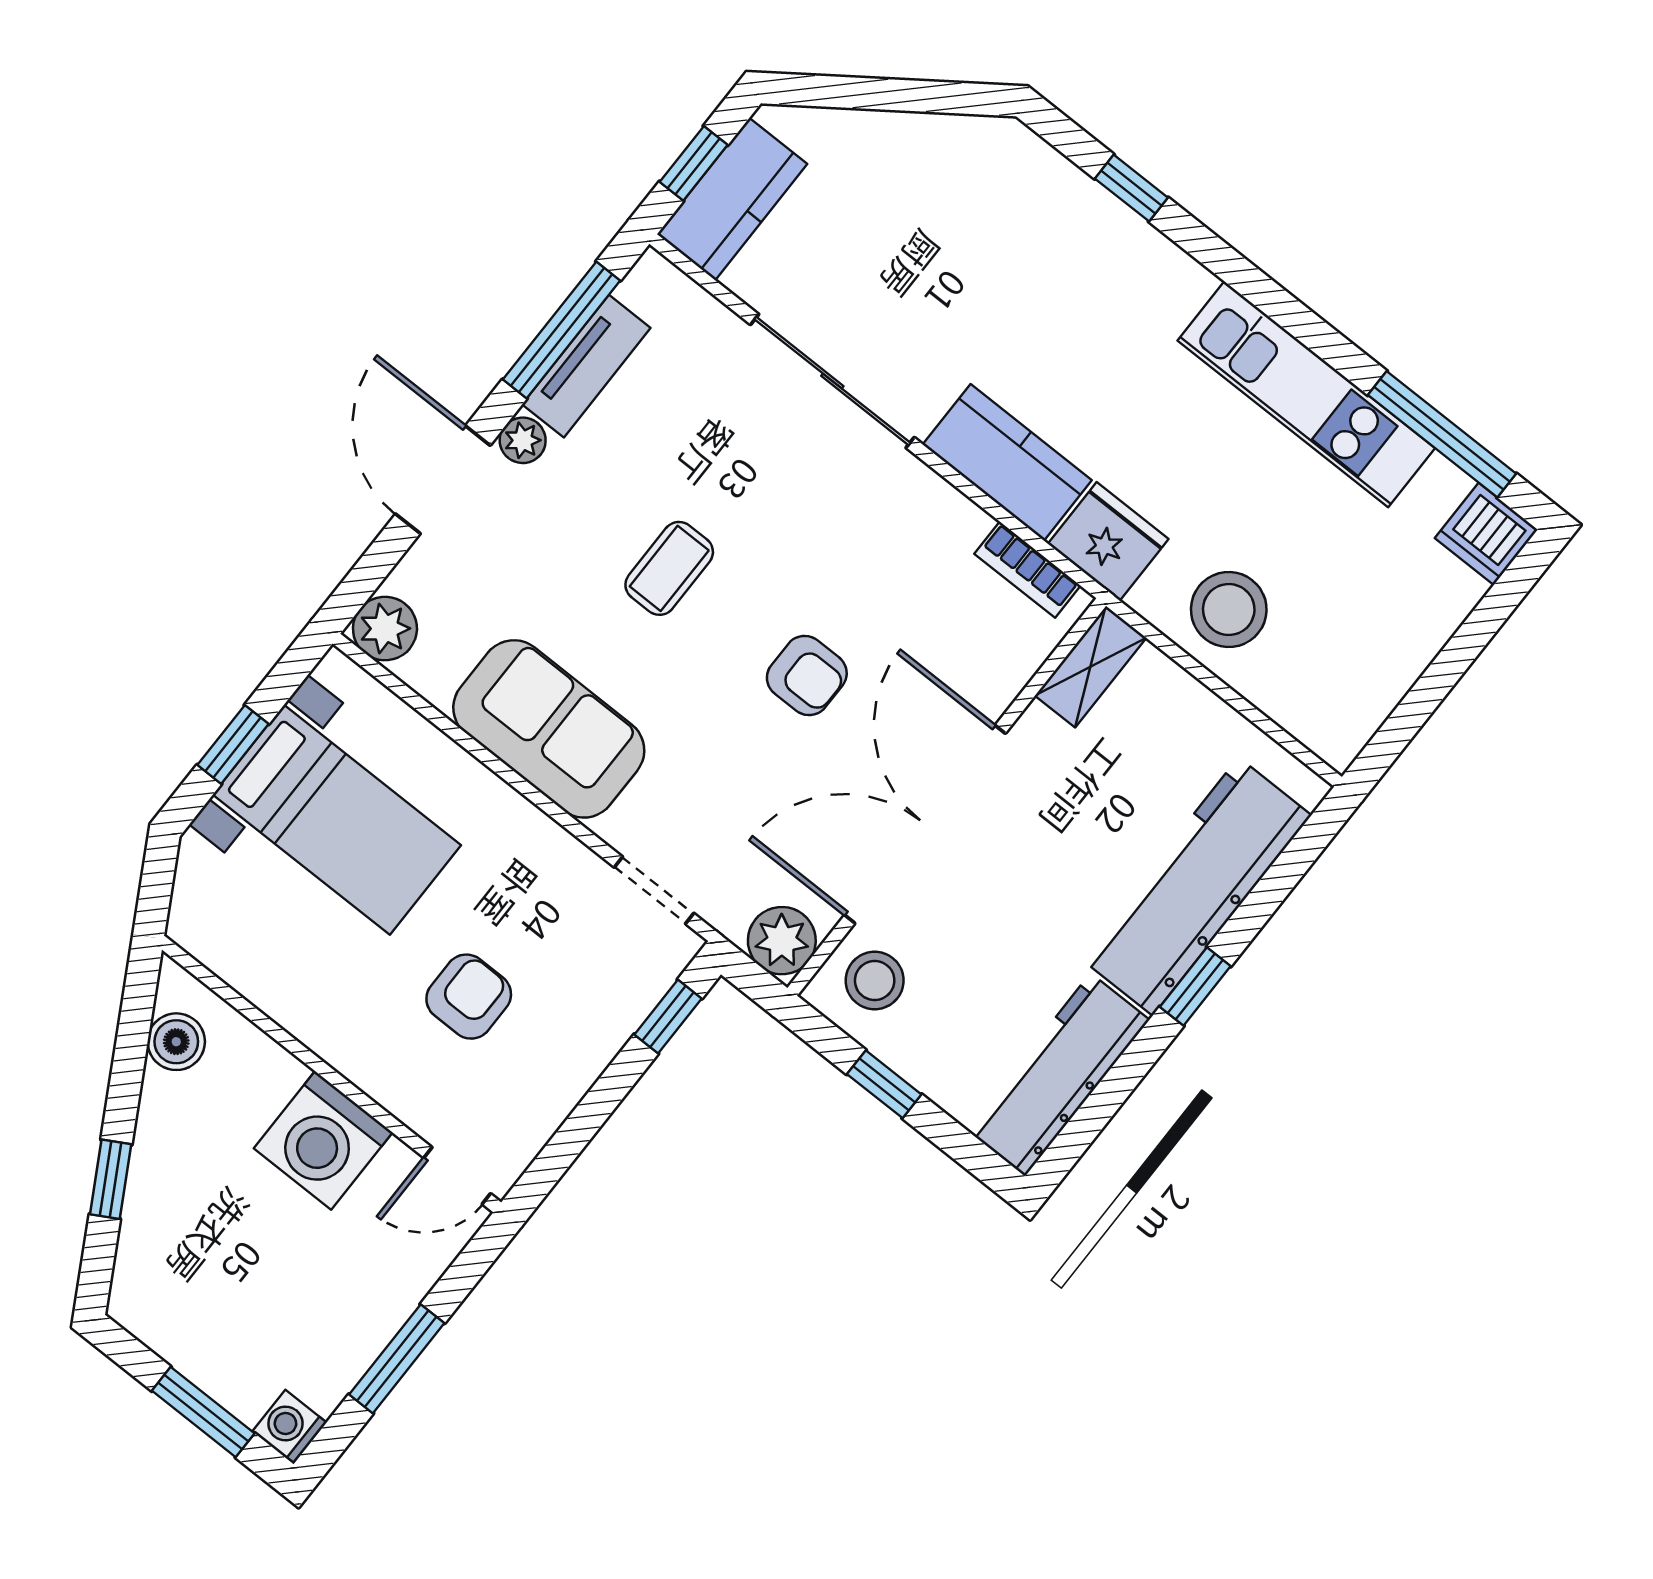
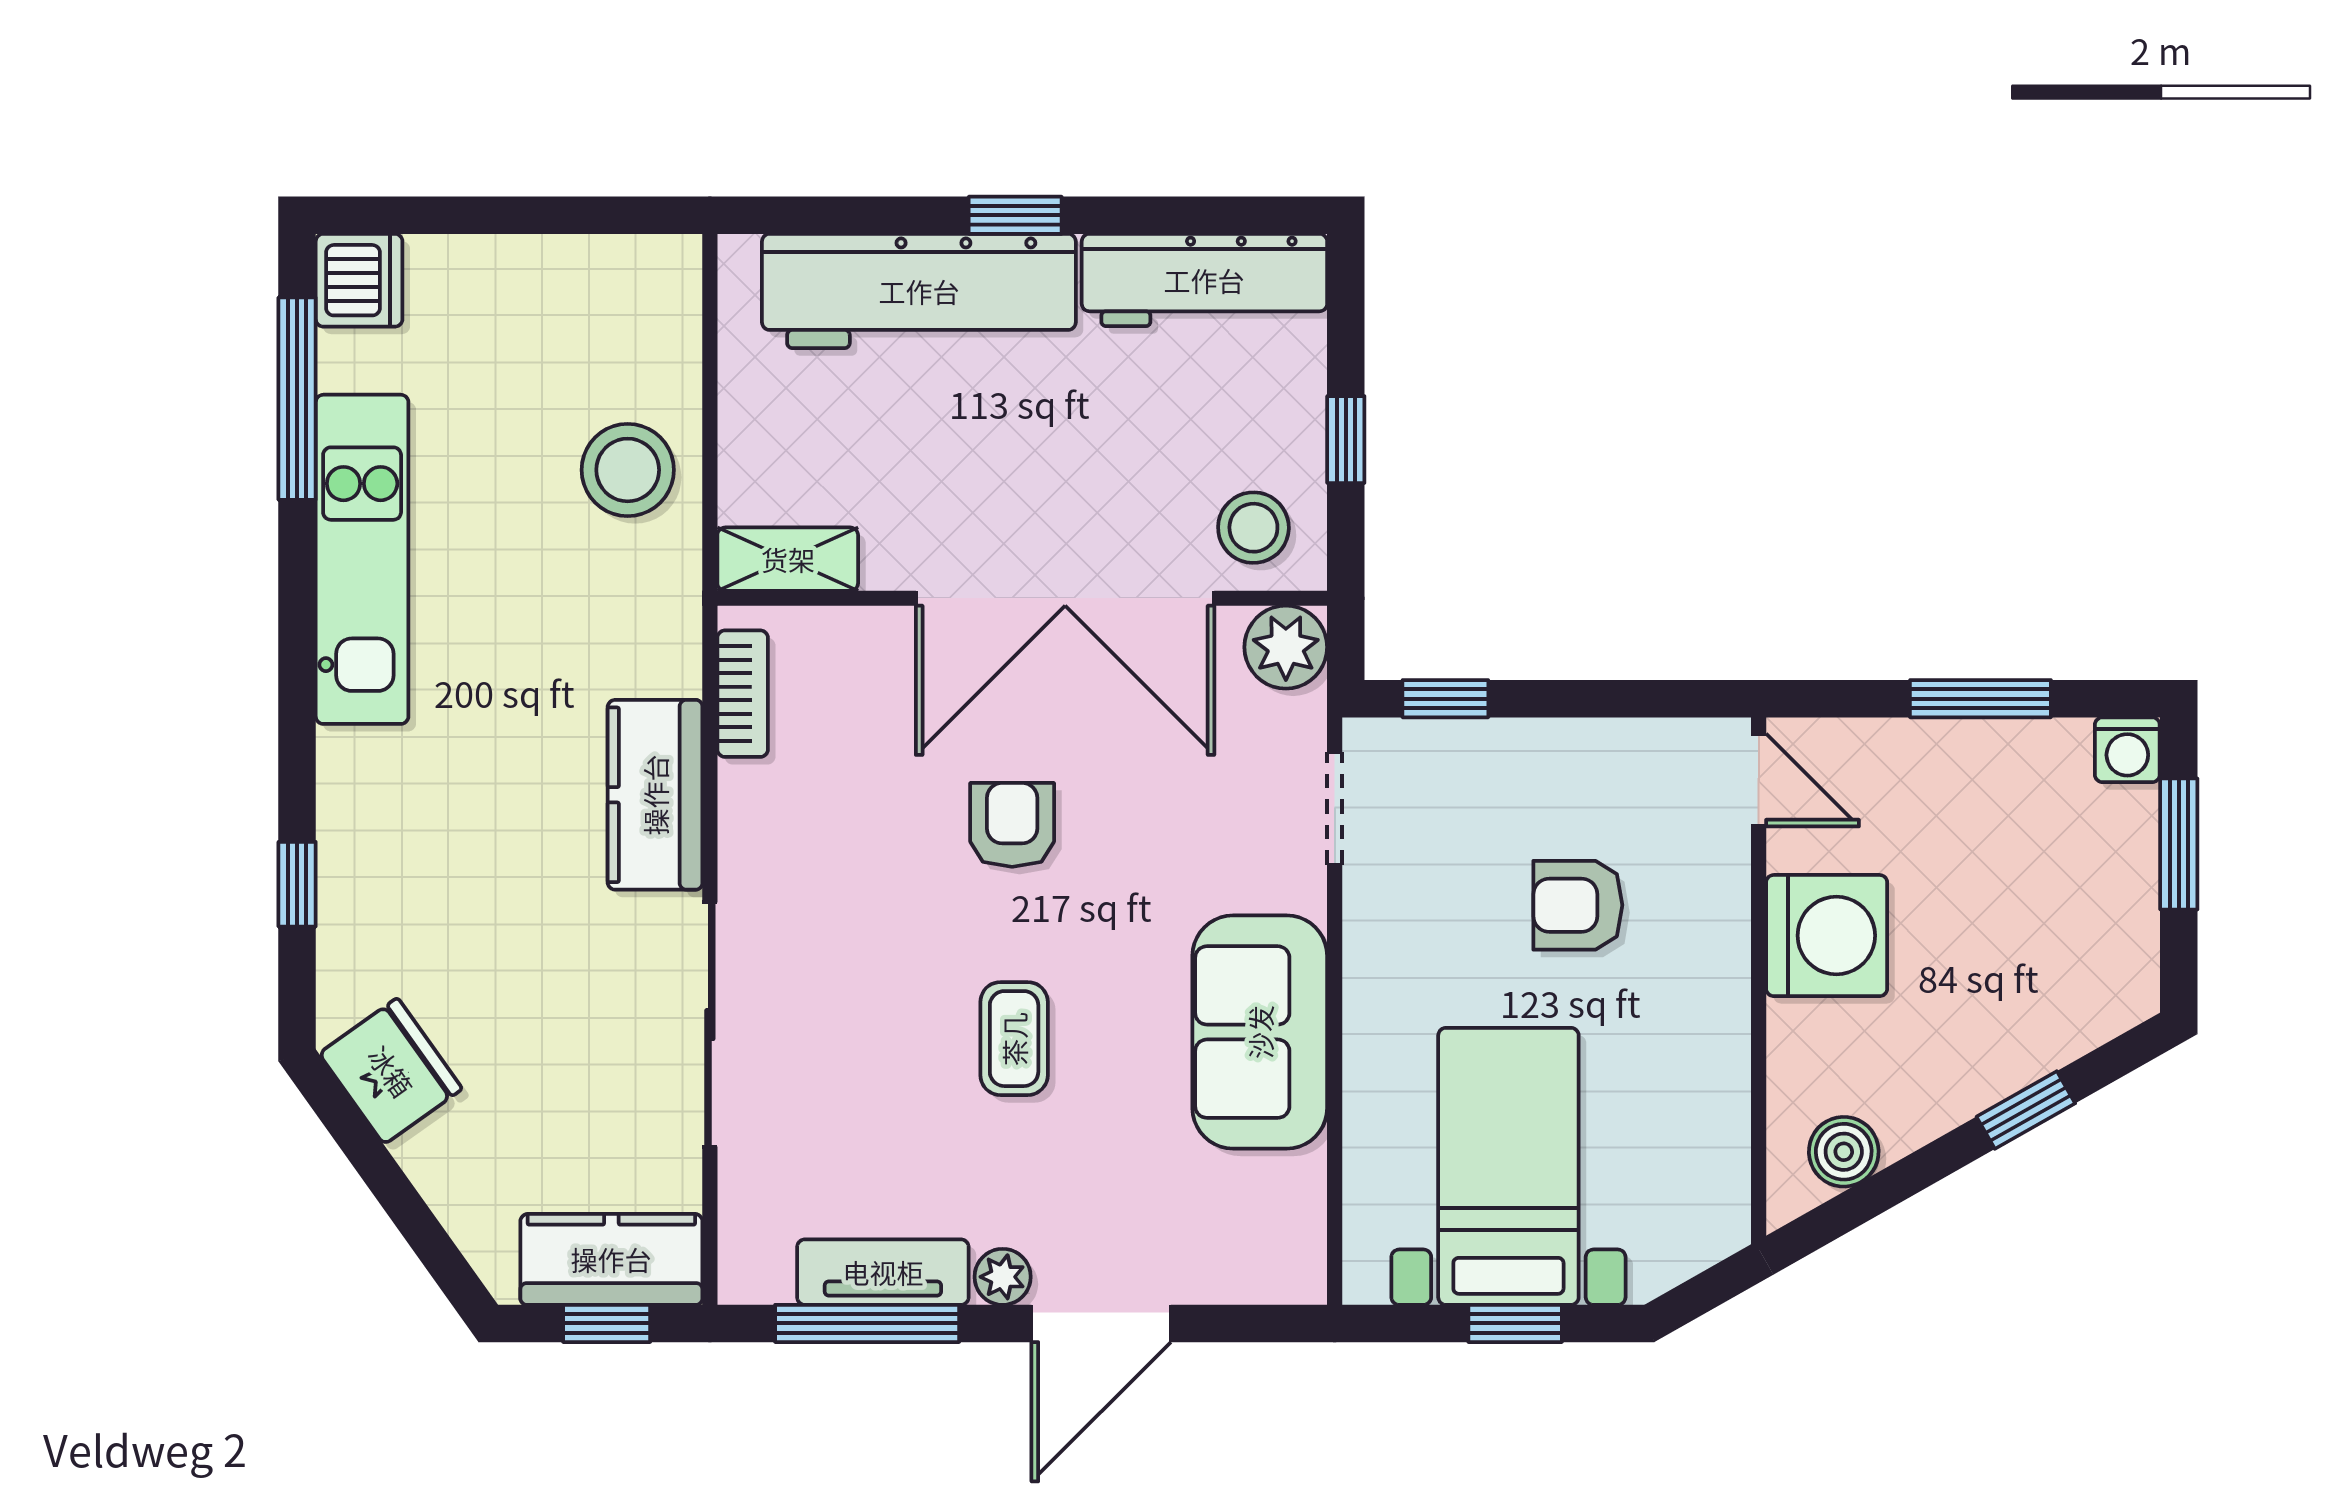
fridge: (1108, 541) -> (391, 1071), moved, turned 145
coffee table: (669, 568) -> (1014, 1039), turned 90
plant: (385, 629) -> (1288, 1266), removed

